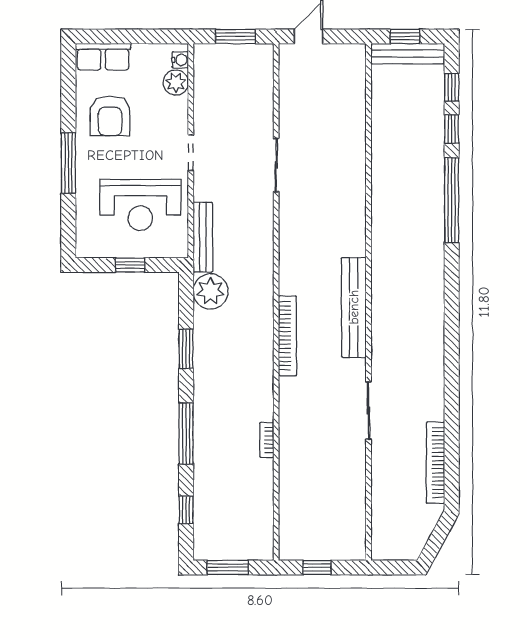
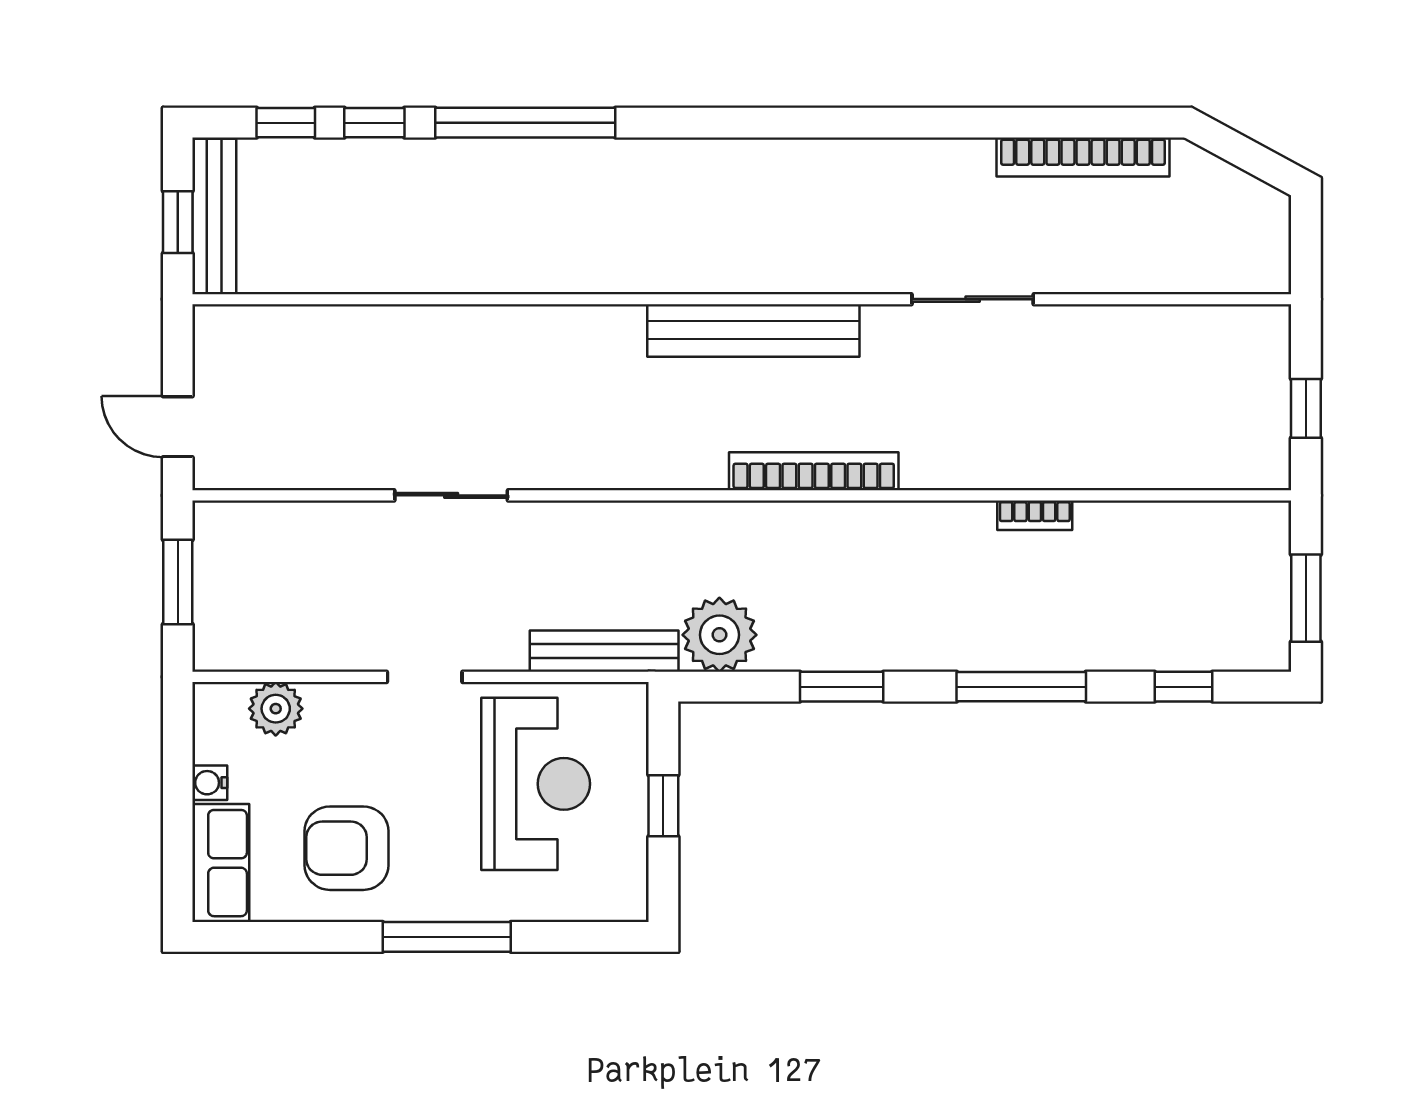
water cooler: (180, 60) -> (210, 783), moved, turned -90
armchair: (110, 116) -> (347, 848), turned 180

